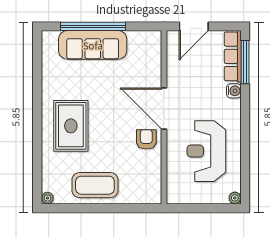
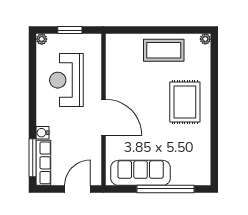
sofa: (93, 45) -> (141, 173), moved
armchair: (146, 139) -> (119, 90), removed
reception desk: (206, 151) -> (66, 80), turned 180
window: (202, 208) -> (70, 30), added

